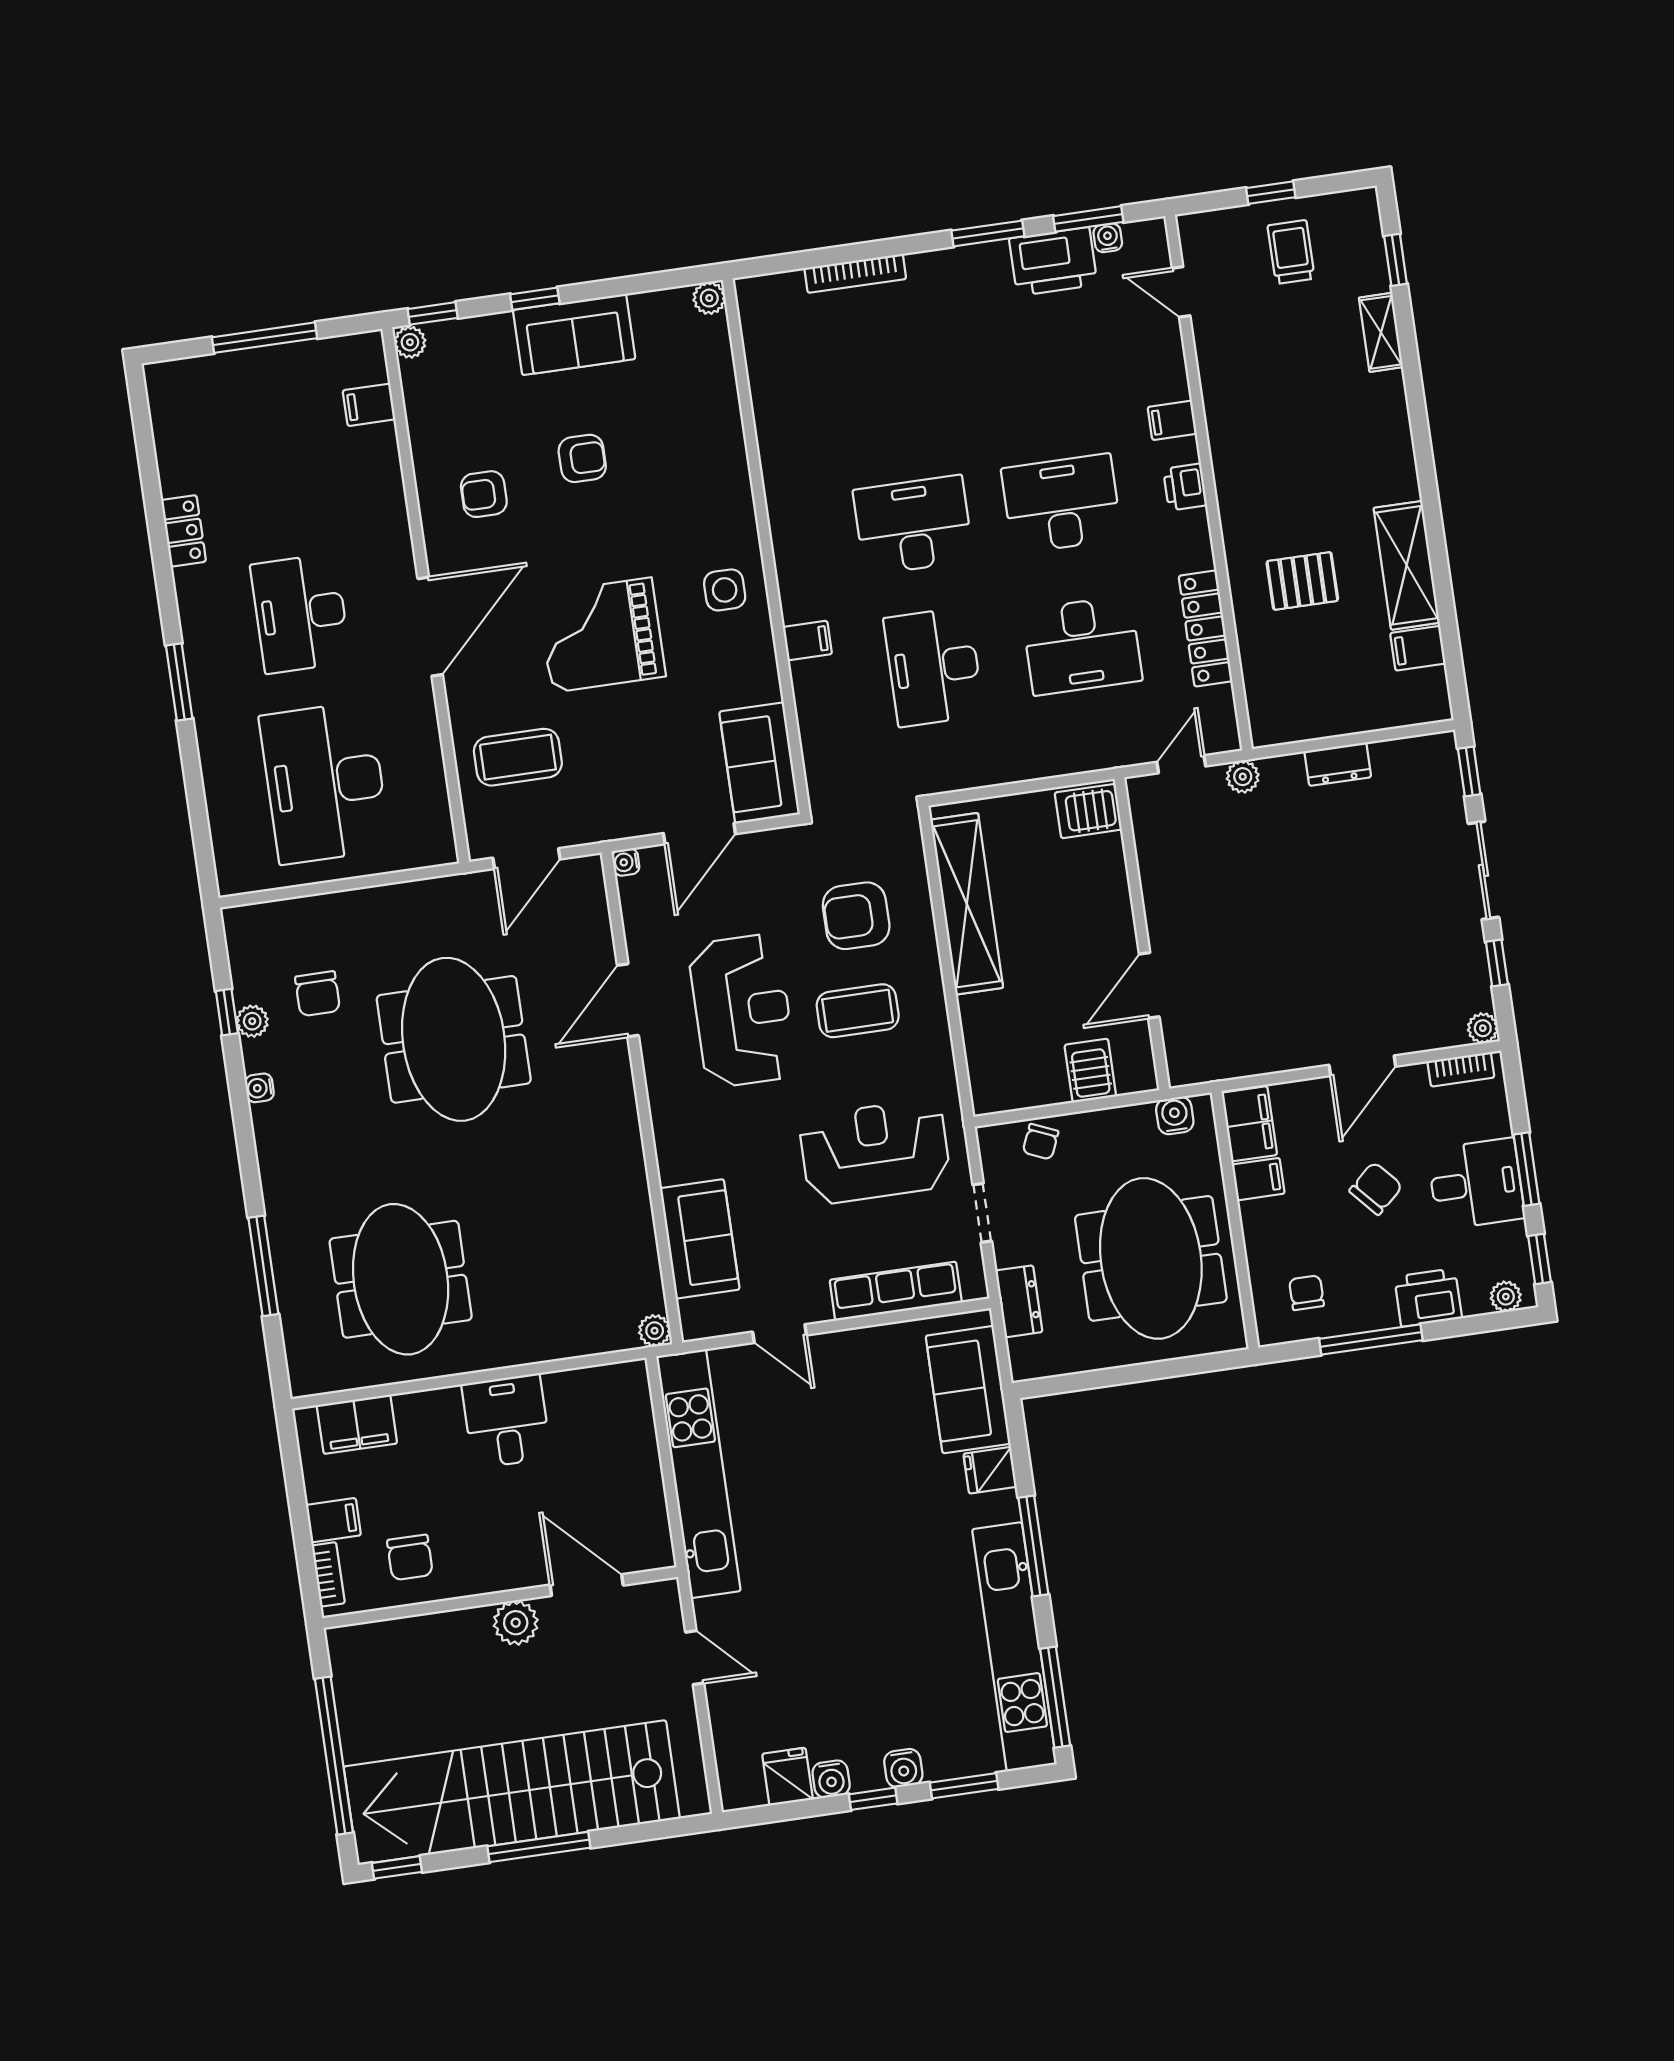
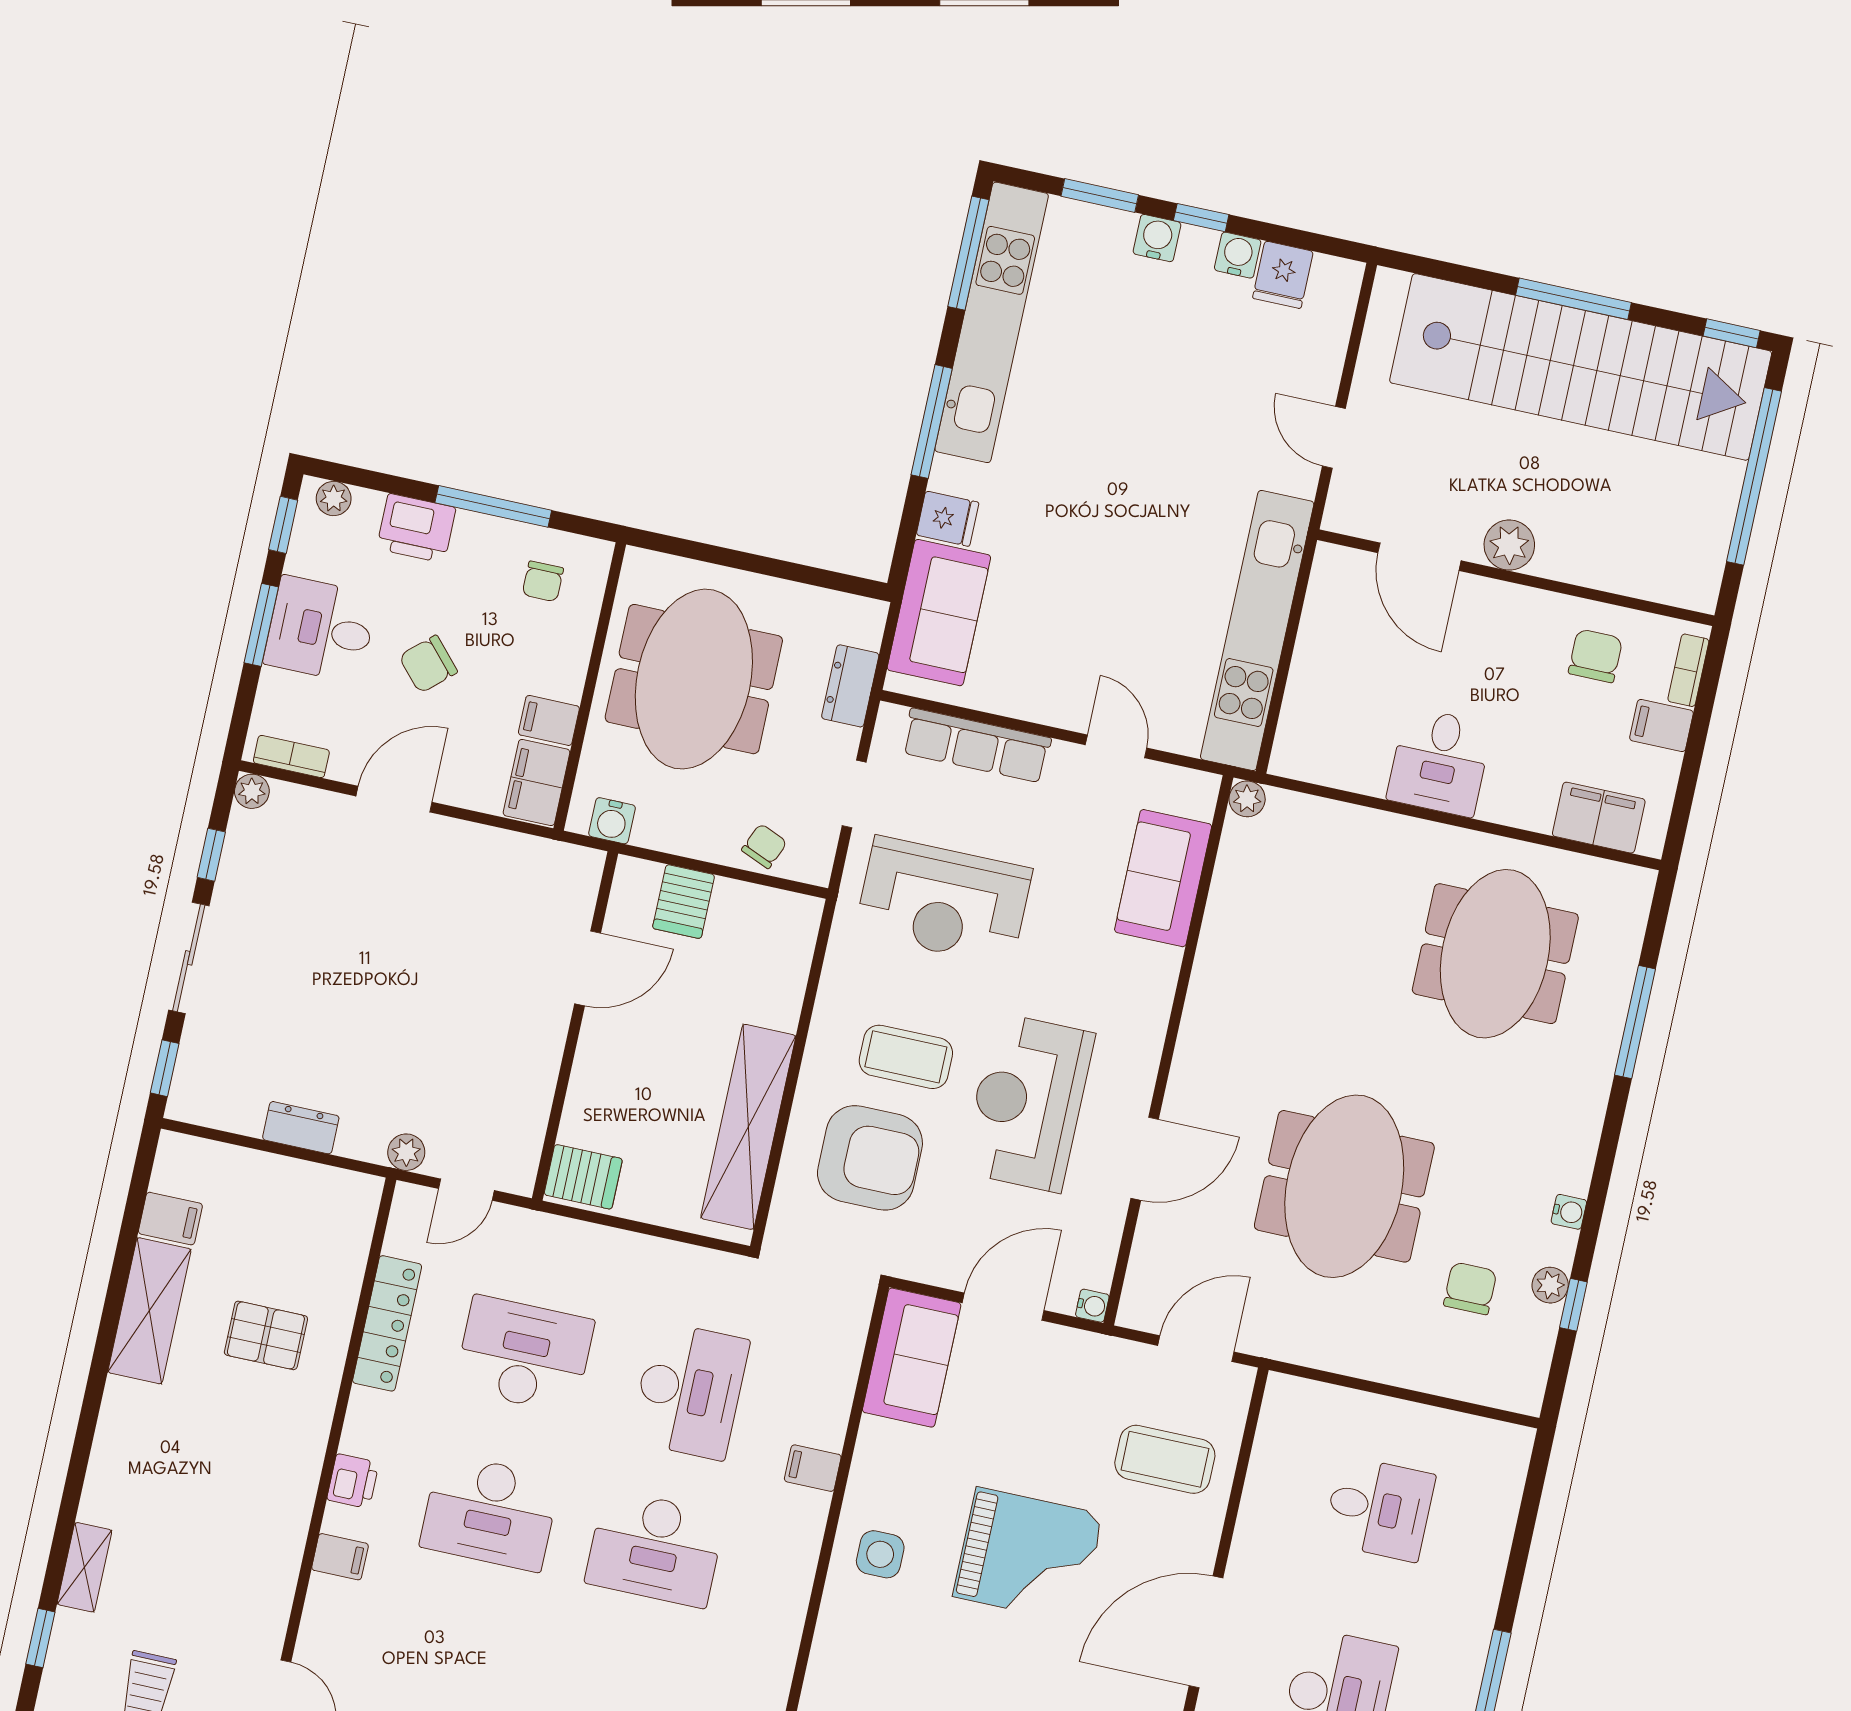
desk: (325, 783) -> (1379, 1509), width x0.53, depth x0.77
armchair: (856, 916) -> (870, 1158), width x1.36, depth x1.36

